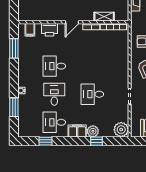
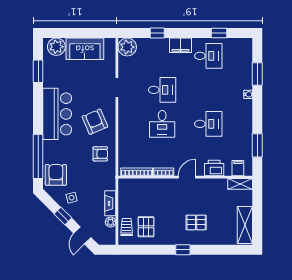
shelving: (104, 17) -> (240, 184), moved
desk: (54, 94) -> (162, 124), moved
plant: (93, 131) -> (162, 45), removed

